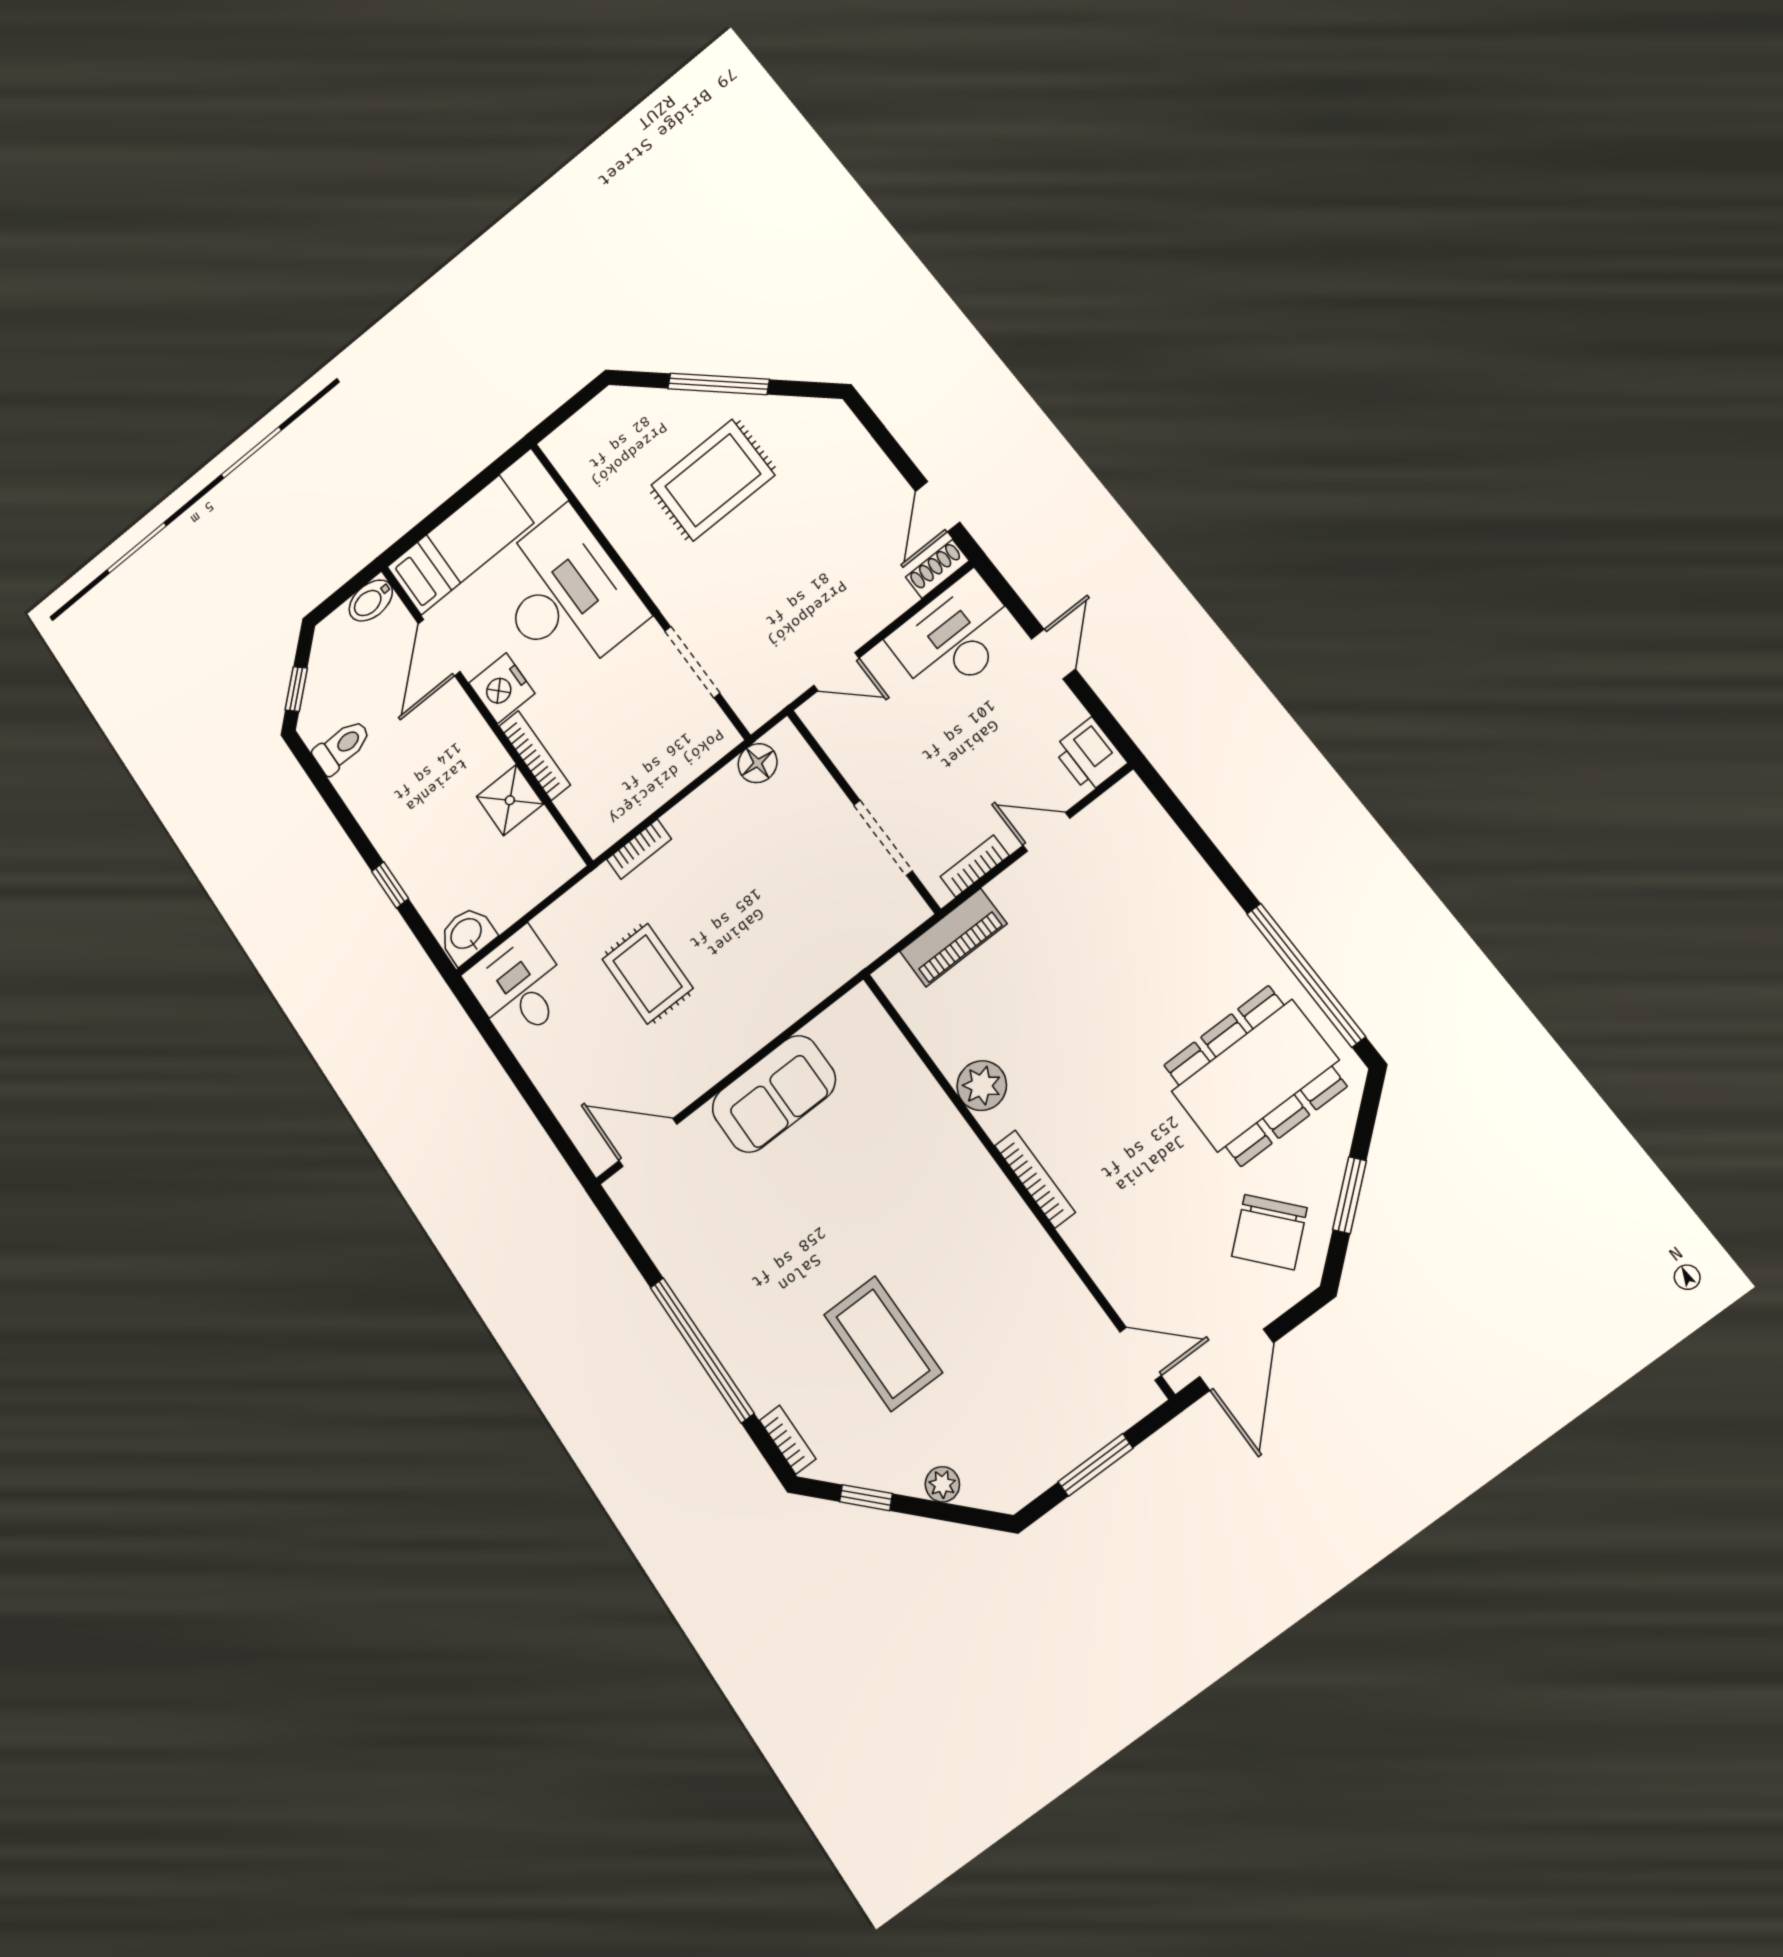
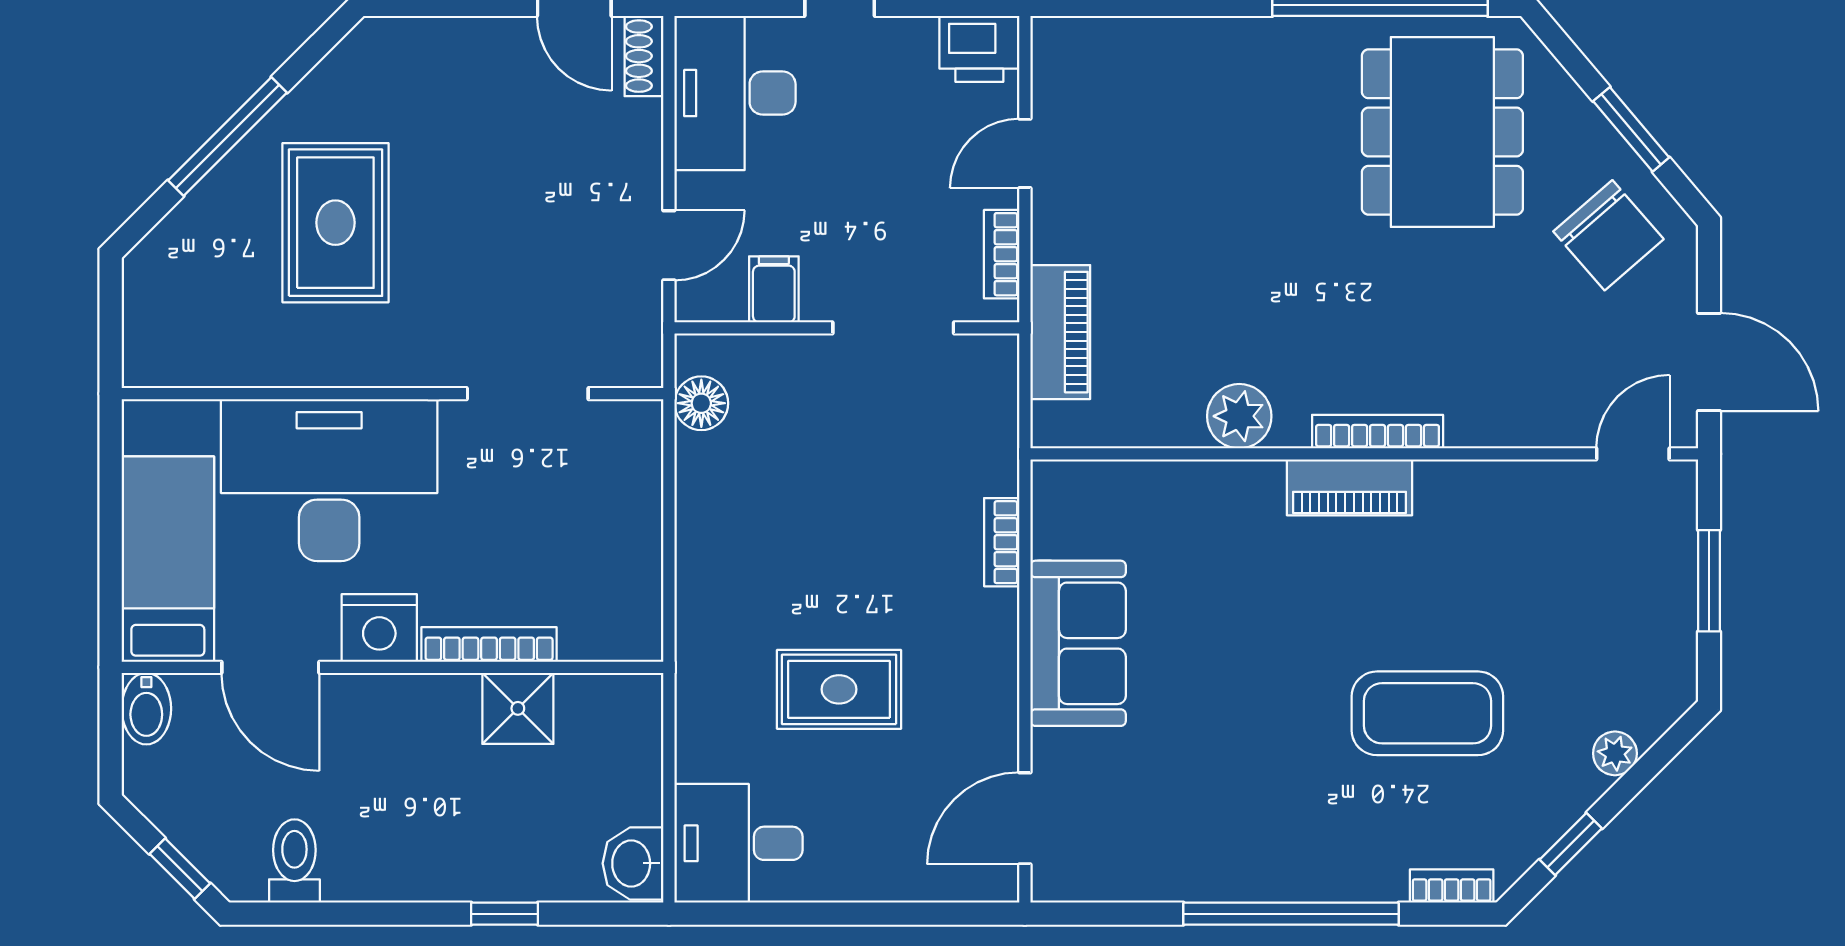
filing cabinet: (855, 751) -> (774, 289), added
bookcase: (639, 849) -> (1002, 542), moved, turned 180
piano: (988, 1188) -> (1350, 487), added

